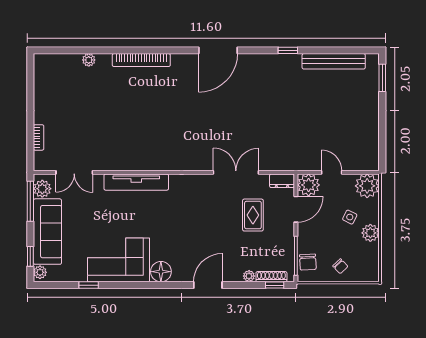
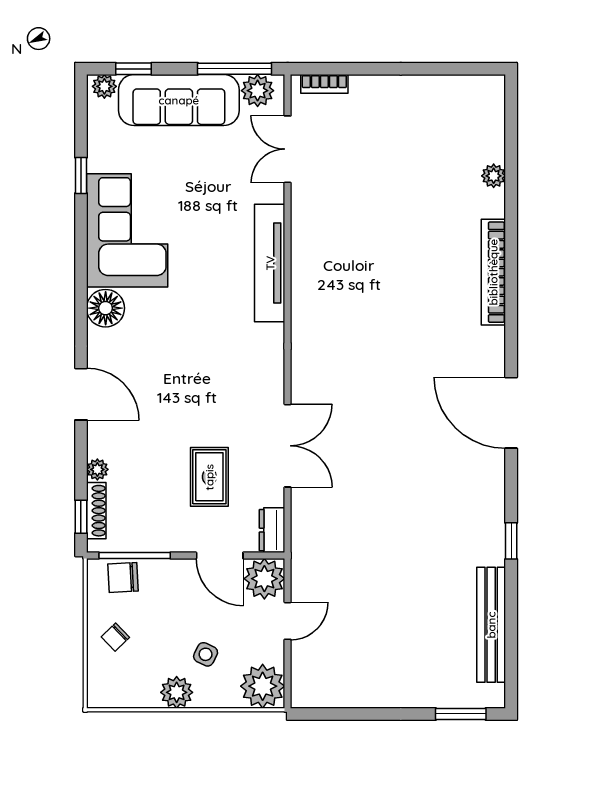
bookcase: (39, 137) -> (324, 84), moved
rug: (253, 215) -> (209, 477), turned 90

